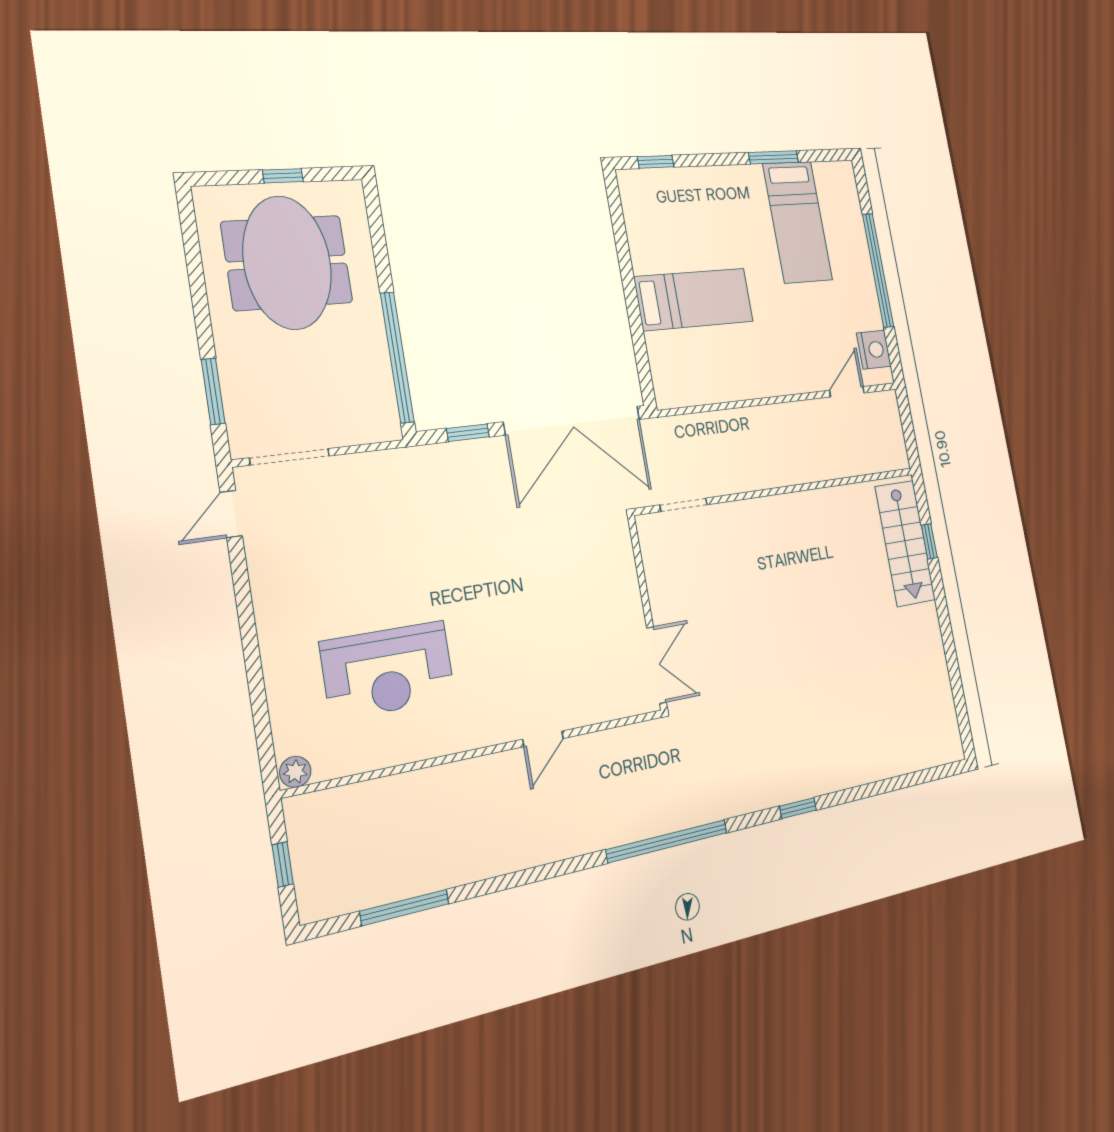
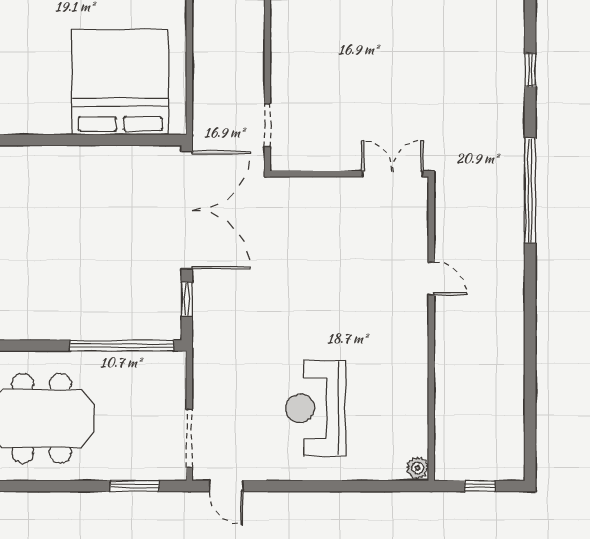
bed: (694, 299) -> (120, 82), width x2.04
reception desk: (388, 670) -> (316, 408), moved, turned 180
window: (405, 907) -> (530, 405), removed

